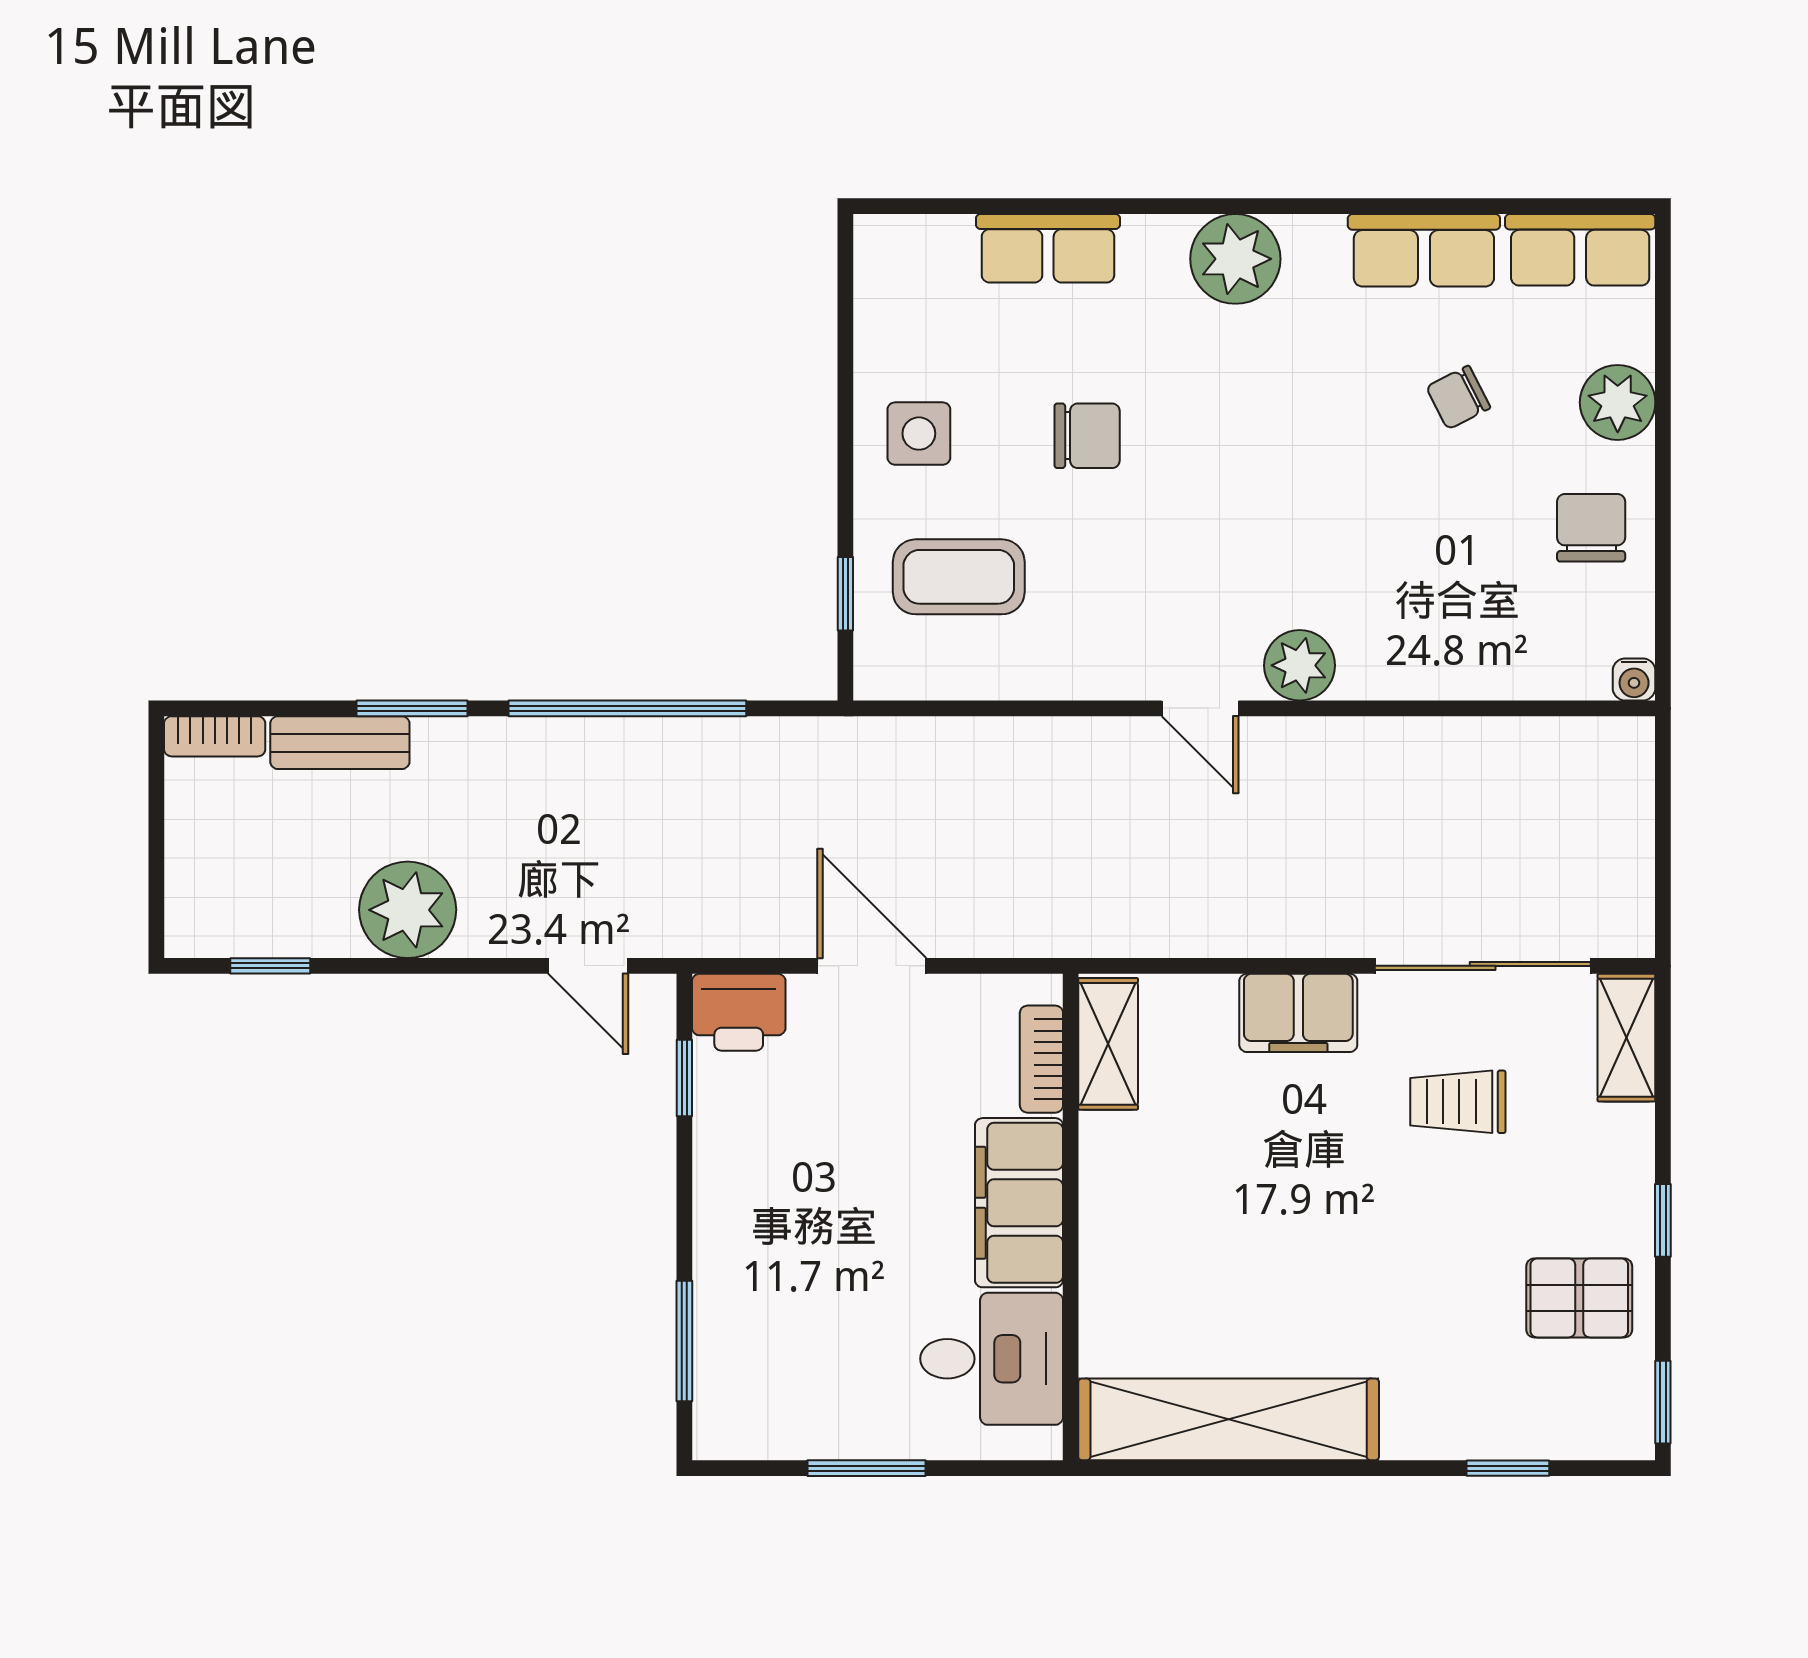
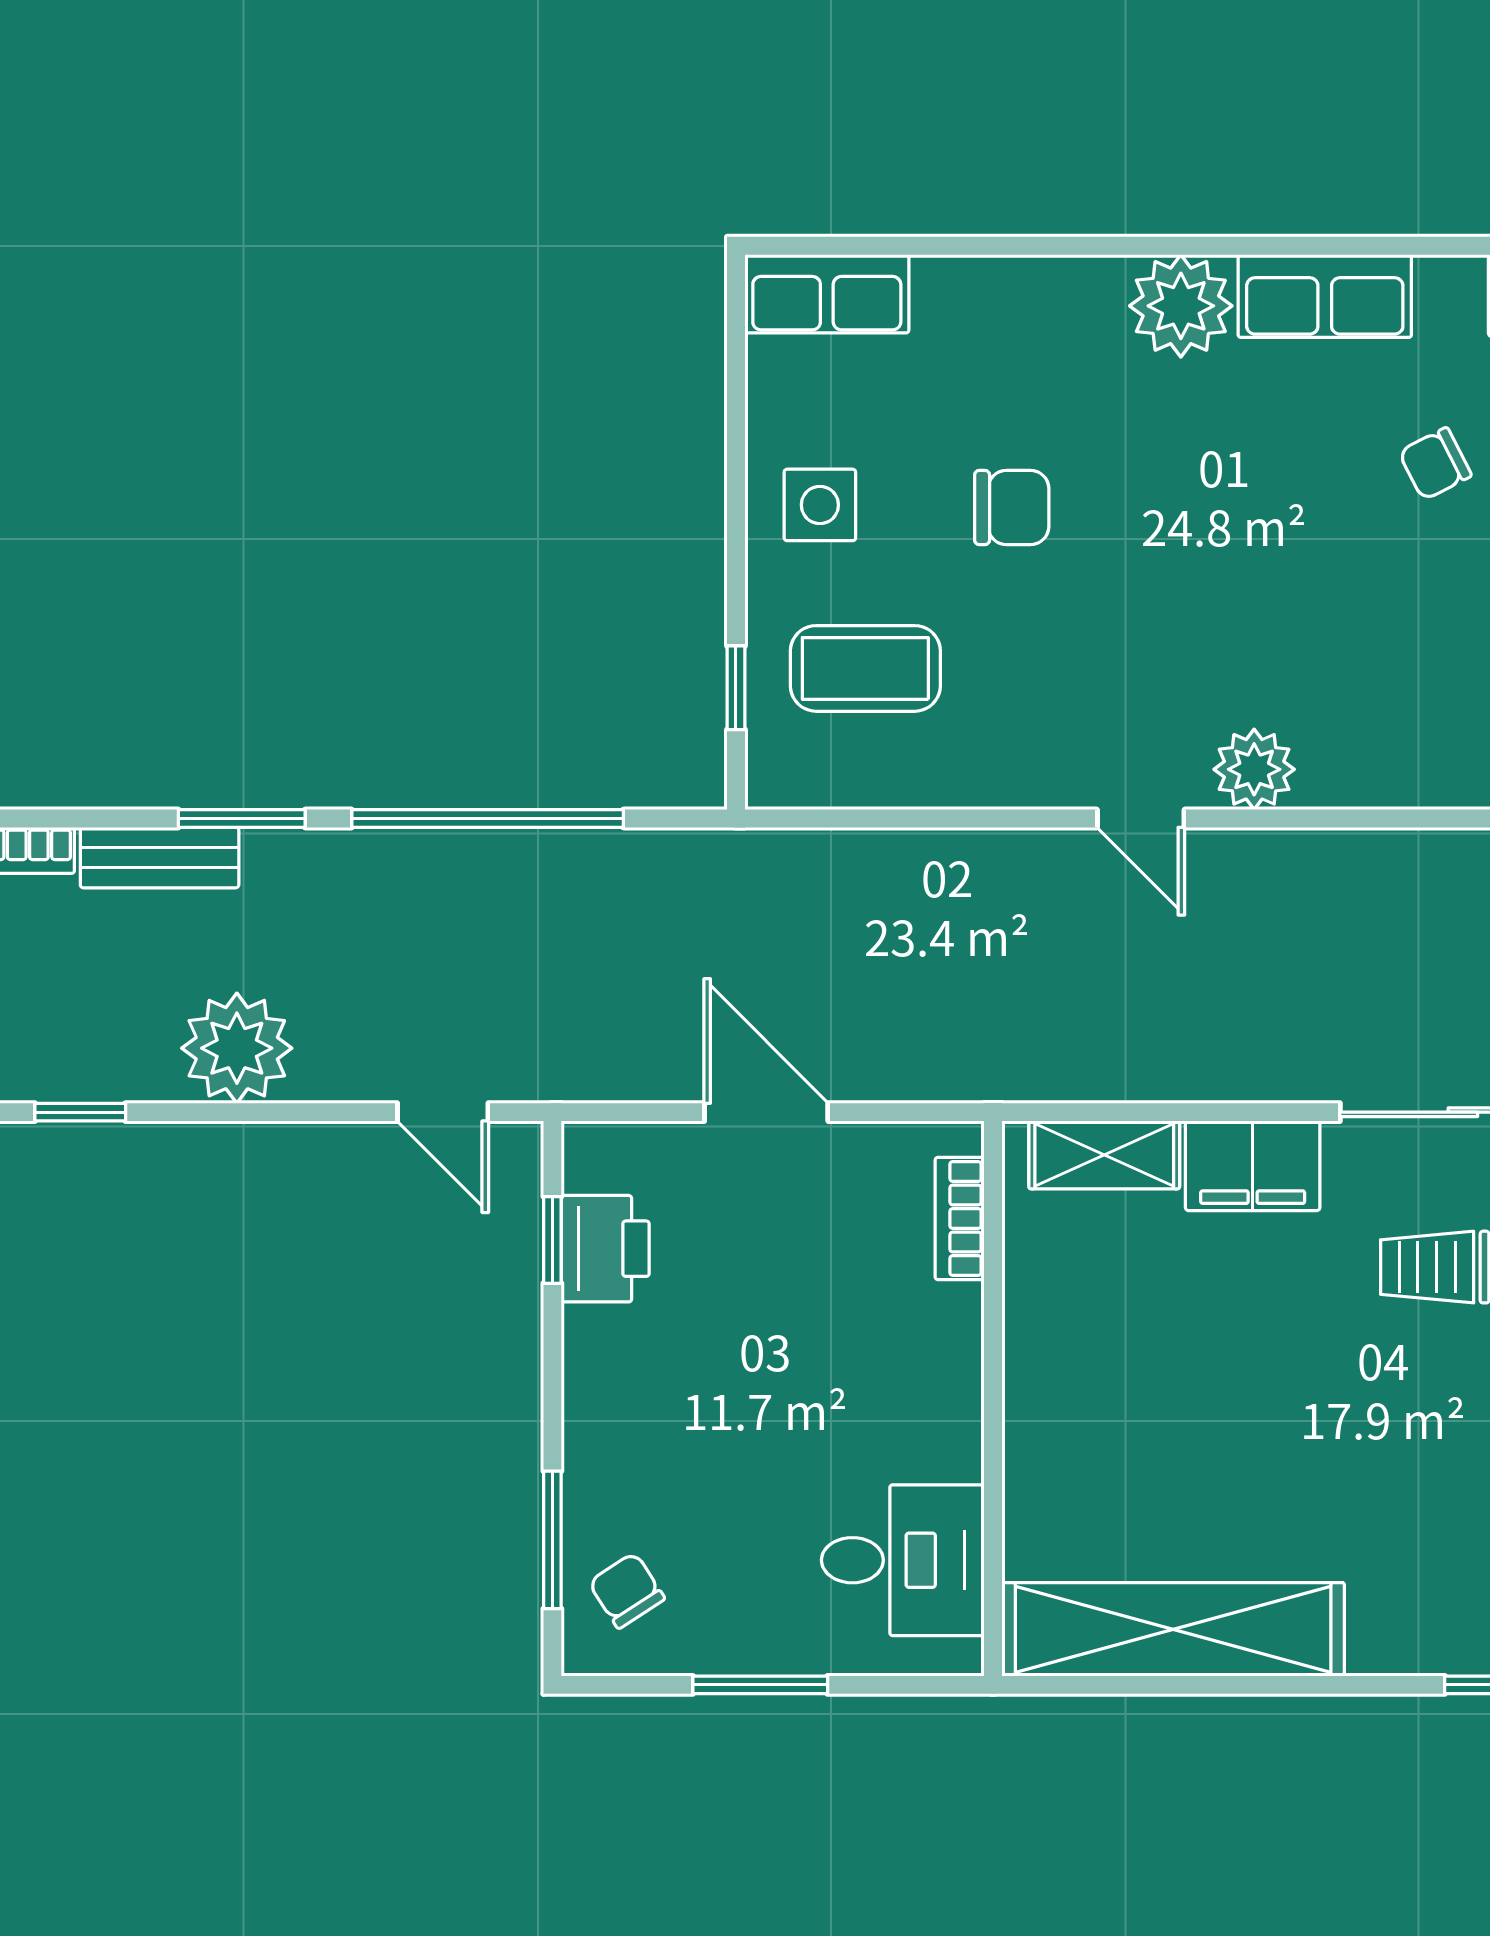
row of seats: (1048, 248) -> (827, 294), moved
row of seats: (1424, 250) -> (1325, 296), moved
printer: (739, 1012) -> (605, 1249), moved, turned -90
shelving: (1108, 1044) -> (1104, 1155), moved, turned 90
filing cabinet: (1019, 1203) -> (934, 1382), removed
chair: (749, 1385) -> (627, 1590), added

